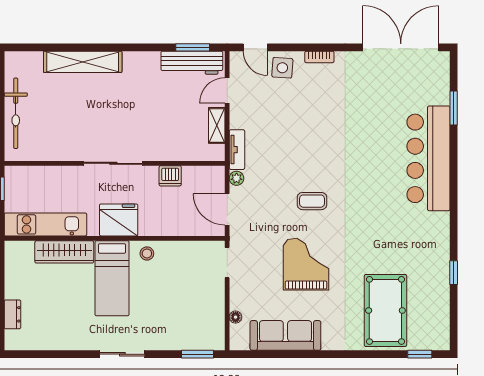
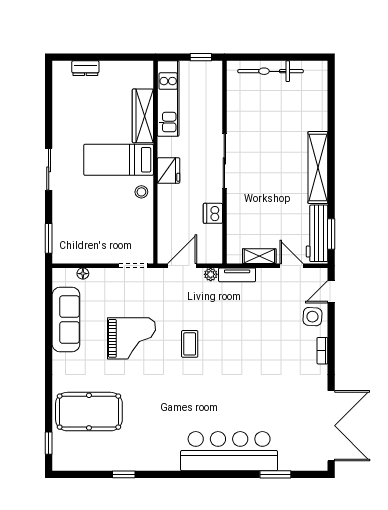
shelving: (83, 62) -> (318, 168), moved
fridge: (119, 220) -> (169, 171), width x0.73, depth x0.75

